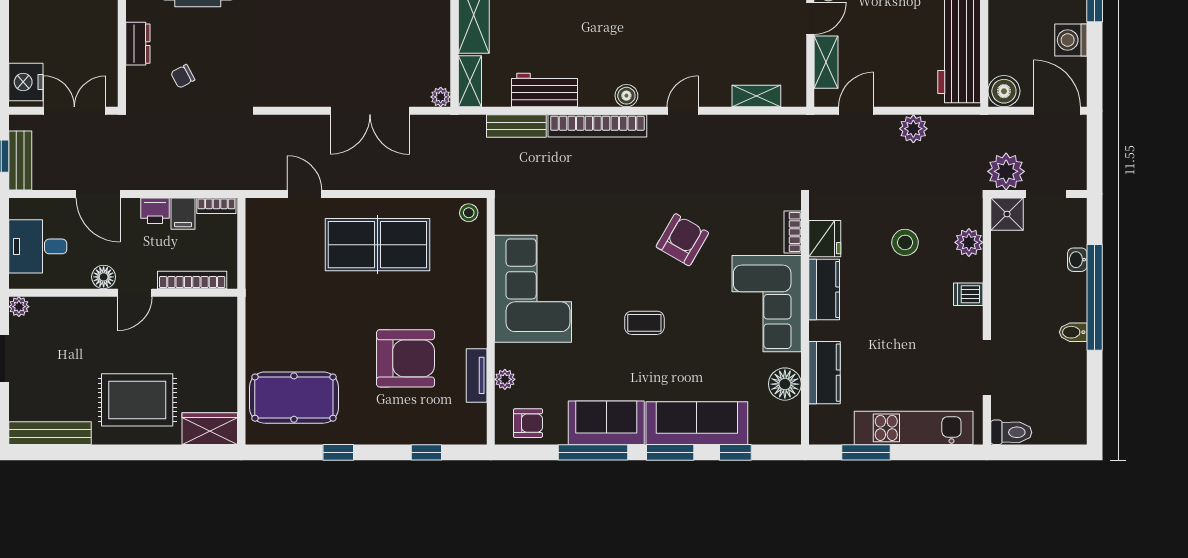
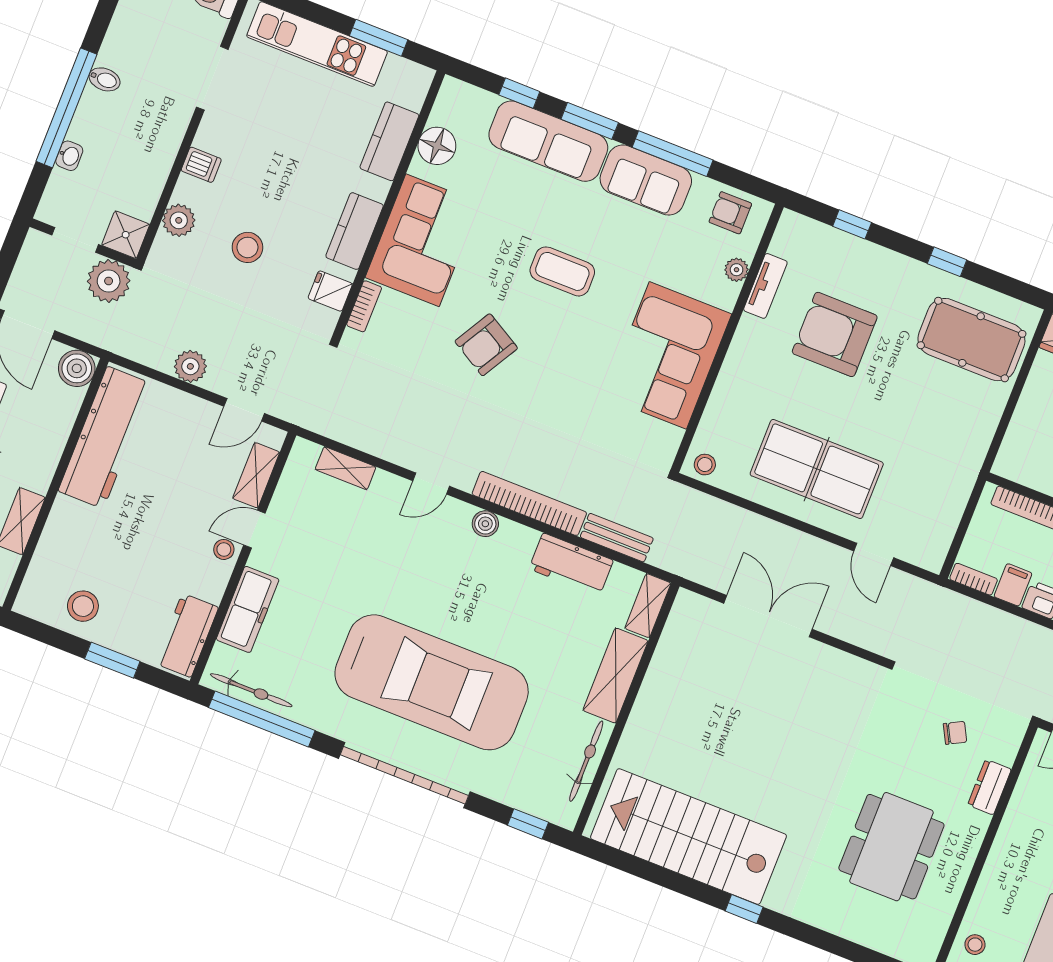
plant: (441, 97) -> (686, 601), removed
fridge: (825, 239) -> (330, 291), width x0.72
coffee table: (644, 323) -> (562, 271), width x1.36, depth x1.30

